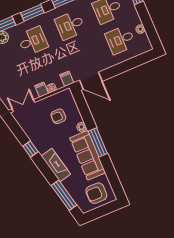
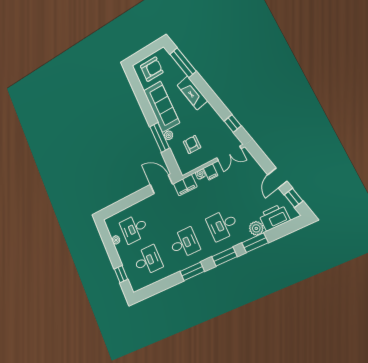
desk: (120, 40) -> (134, 229), turned 180
filing cabinet: (67, 79) -> (185, 185), width x2.00
armchair: (58, 116) -> (192, 144), turned -90
window: (98, 142) -> (160, 137), moved
window: (30, 149) -> (233, 124), moved

